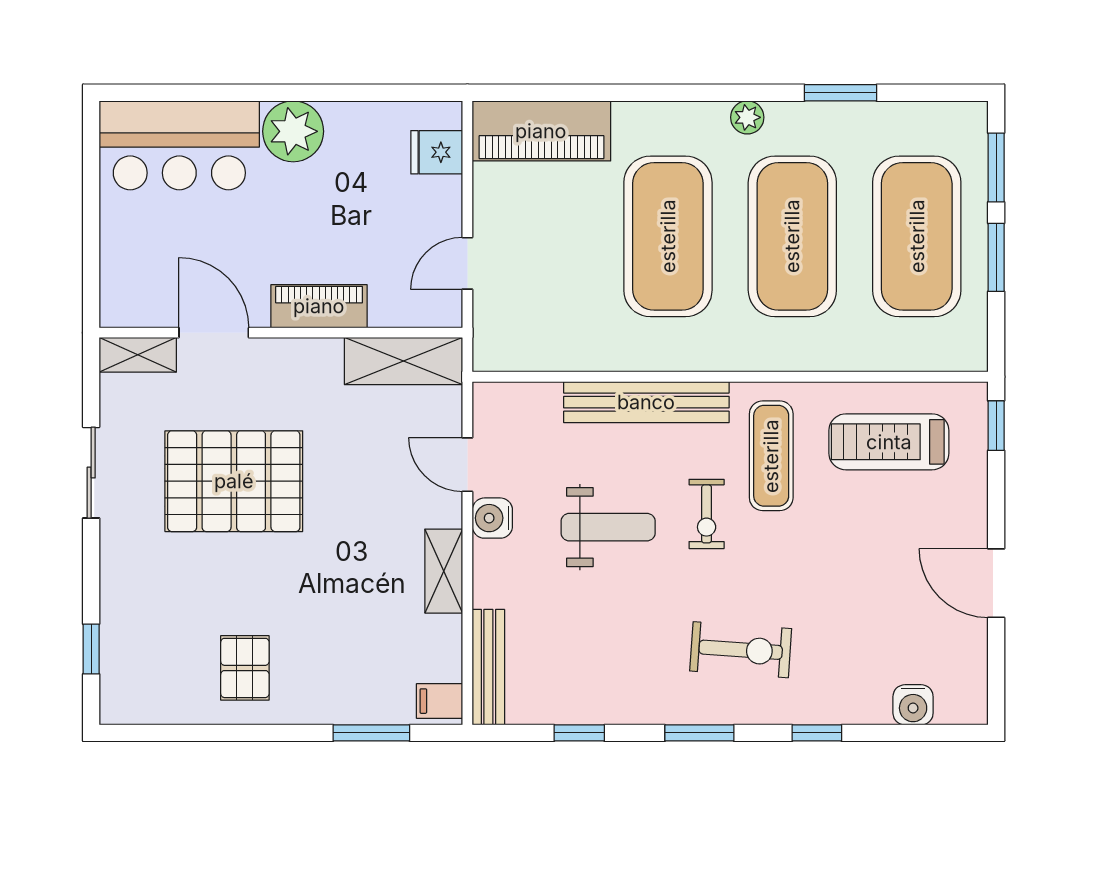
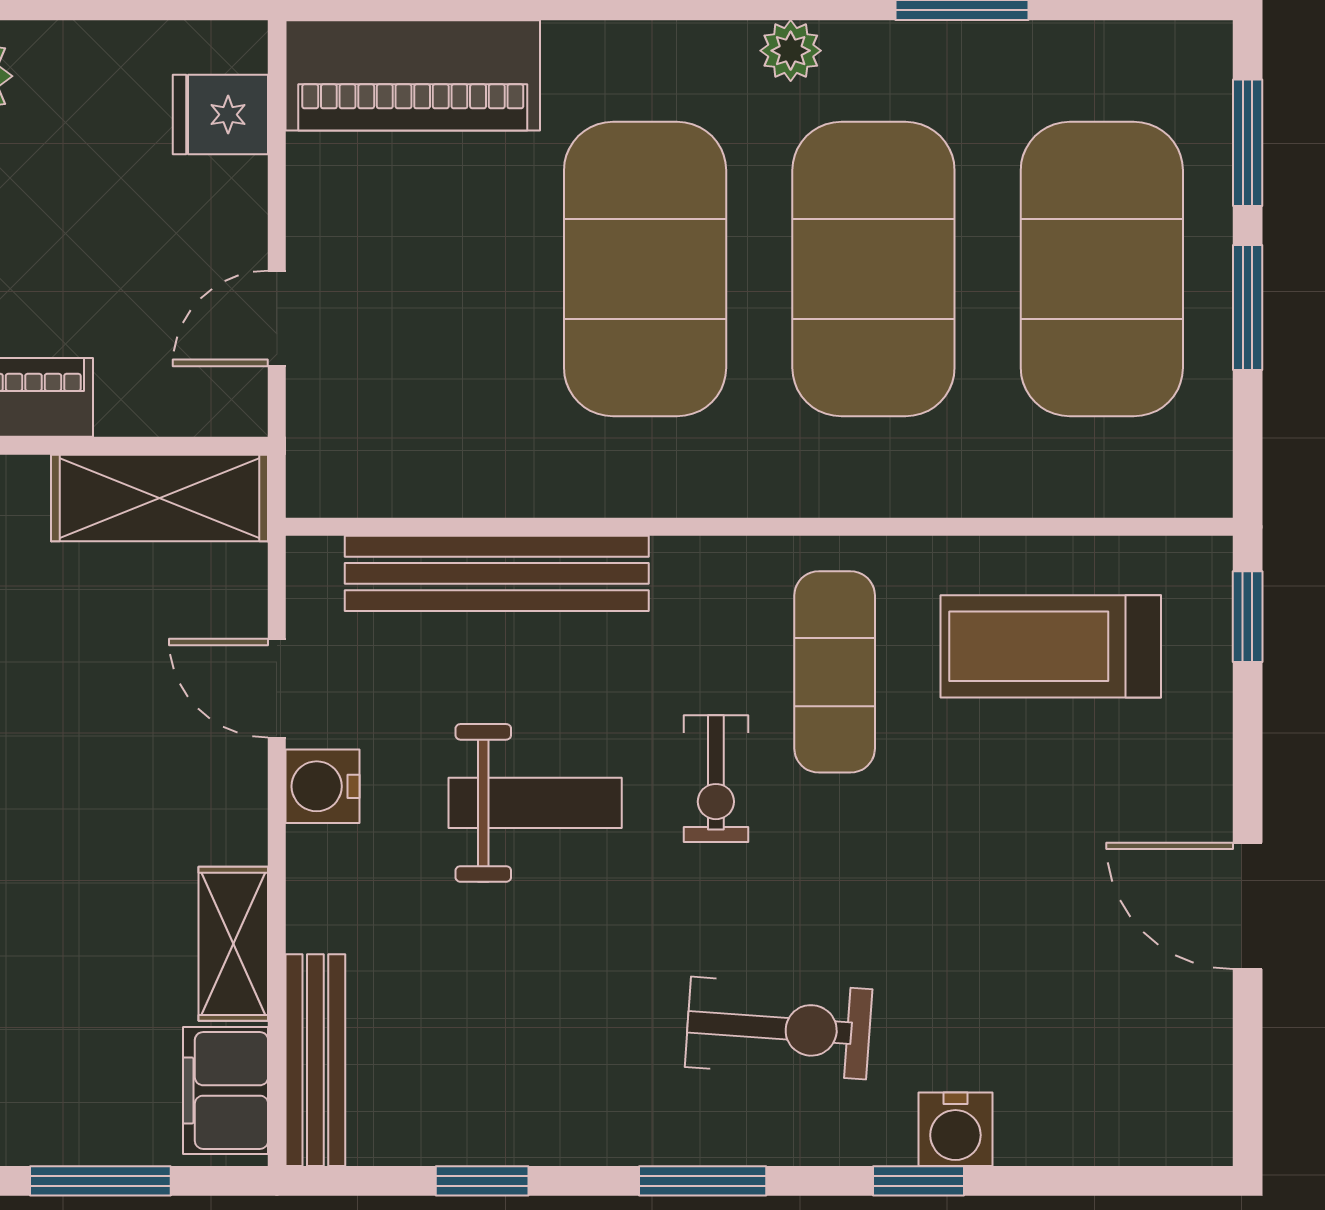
bench: (646, 402) -> (497, 573), moved
shelving: (444, 571) -> (233, 944), moved
filing cabinet: (440, 701) -> (226, 1090), width x2.00
water cooler: (913, 705) -> (955, 1129), moved

